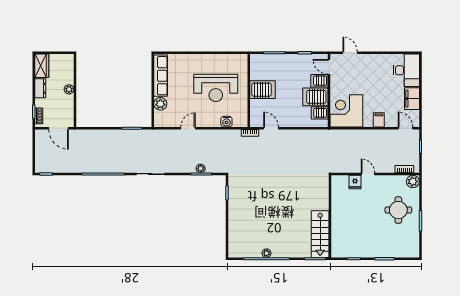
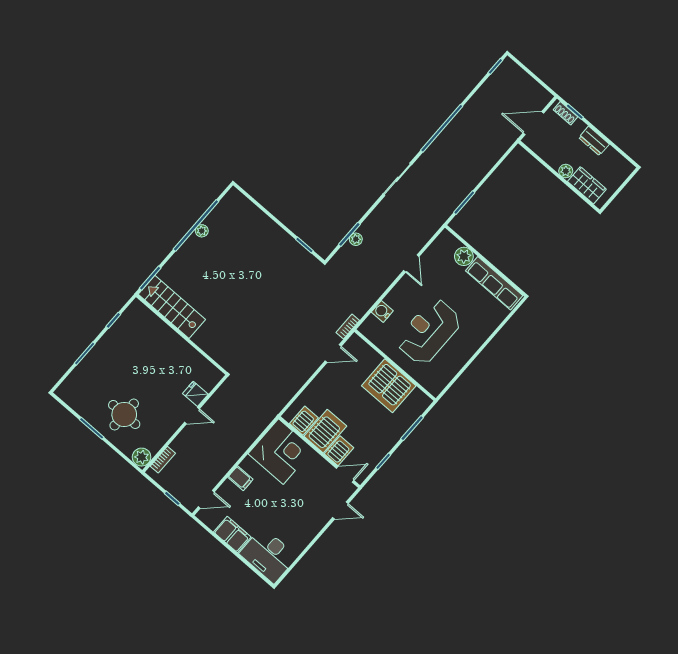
wardrobe: (42, 66) -> (587, 185), moved, turned 180
server rack: (263, 90) -> (389, 386), width x1.60

